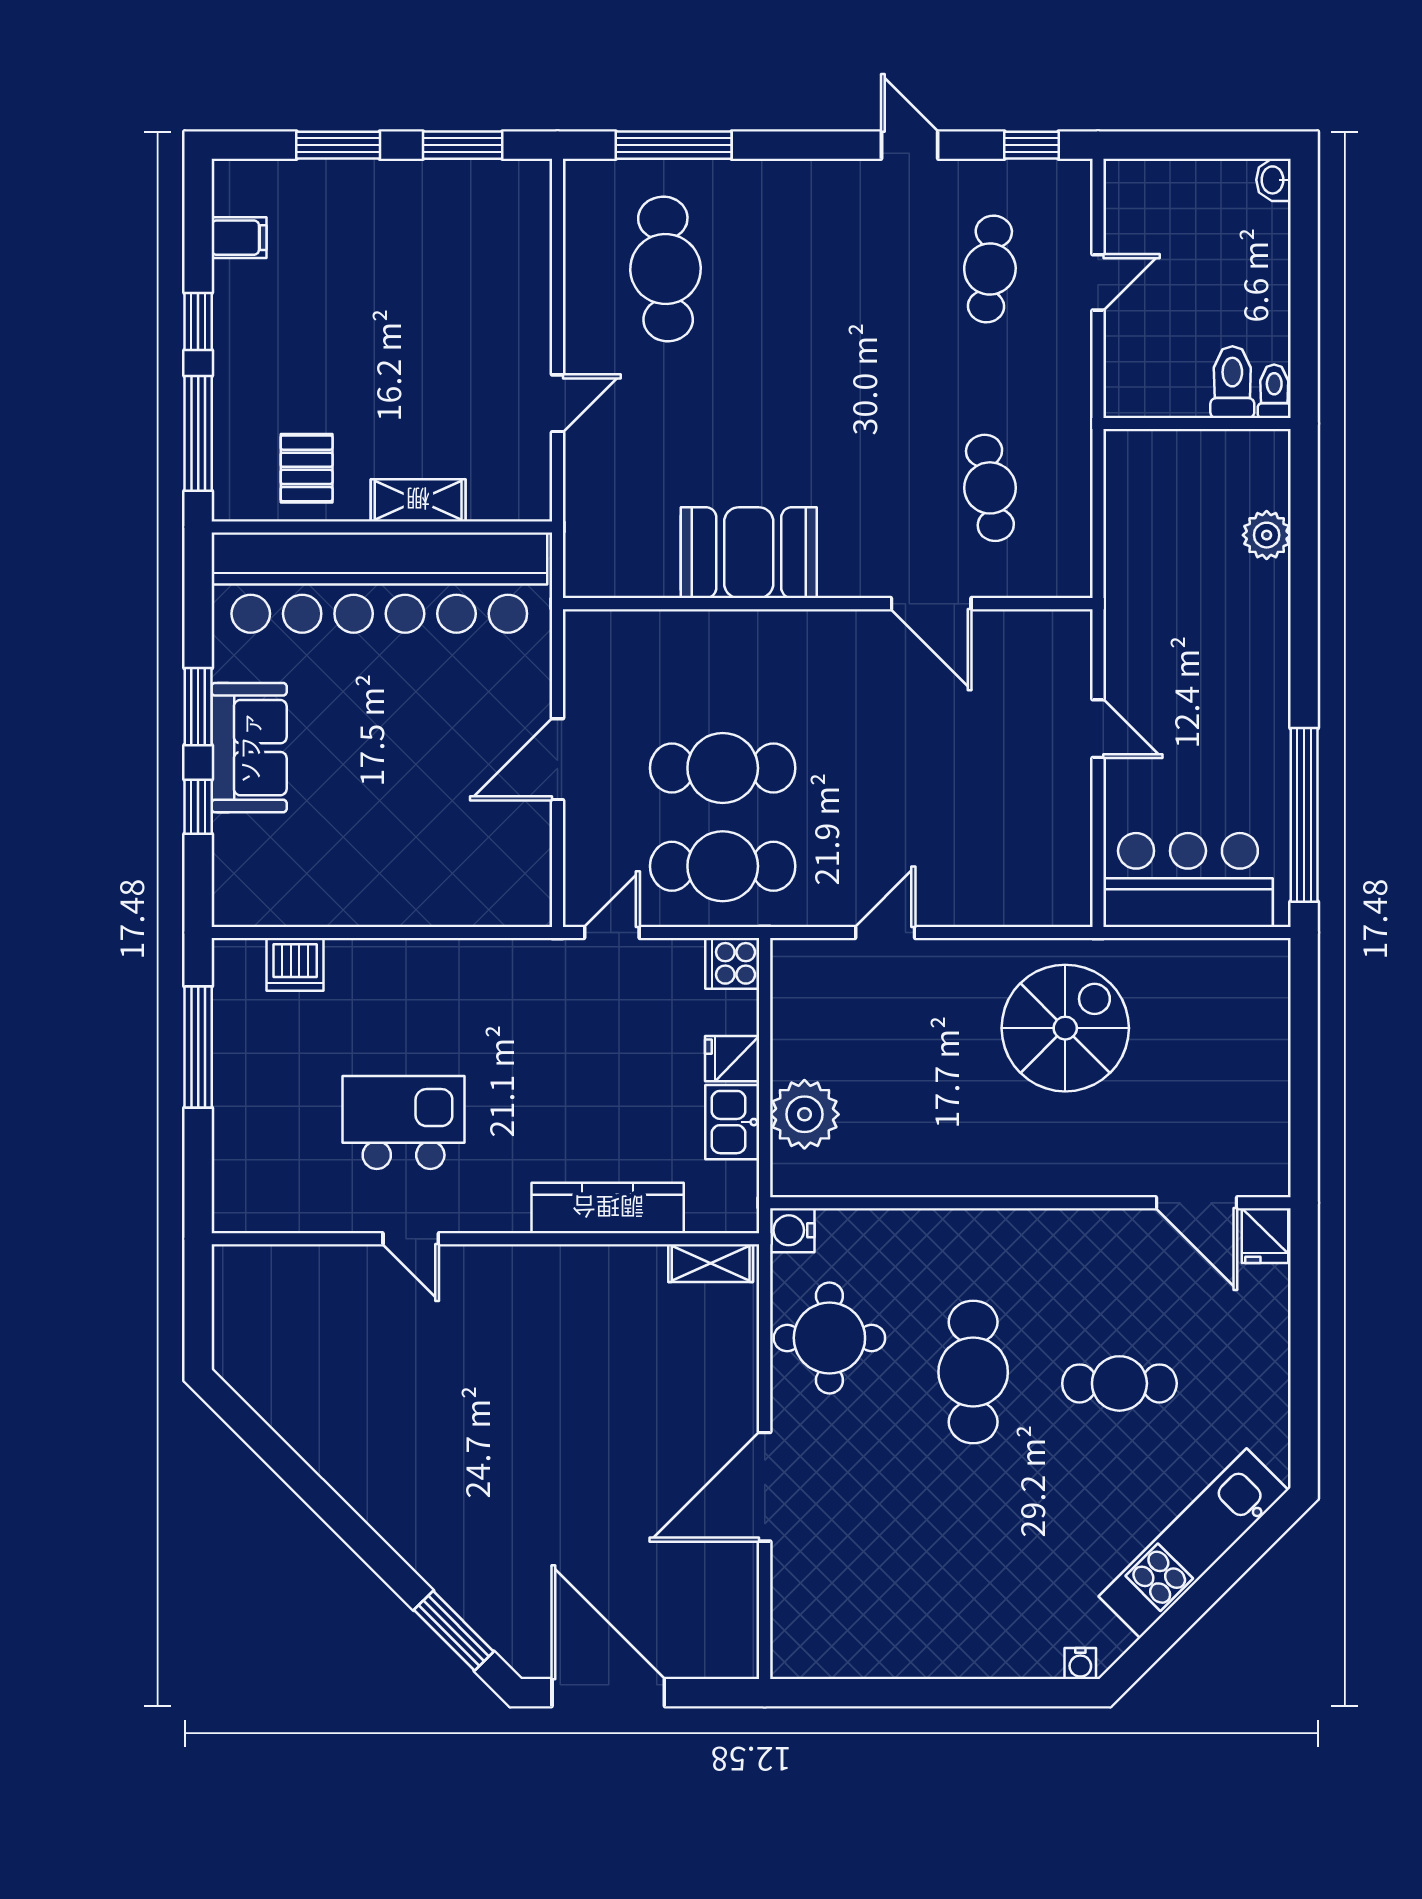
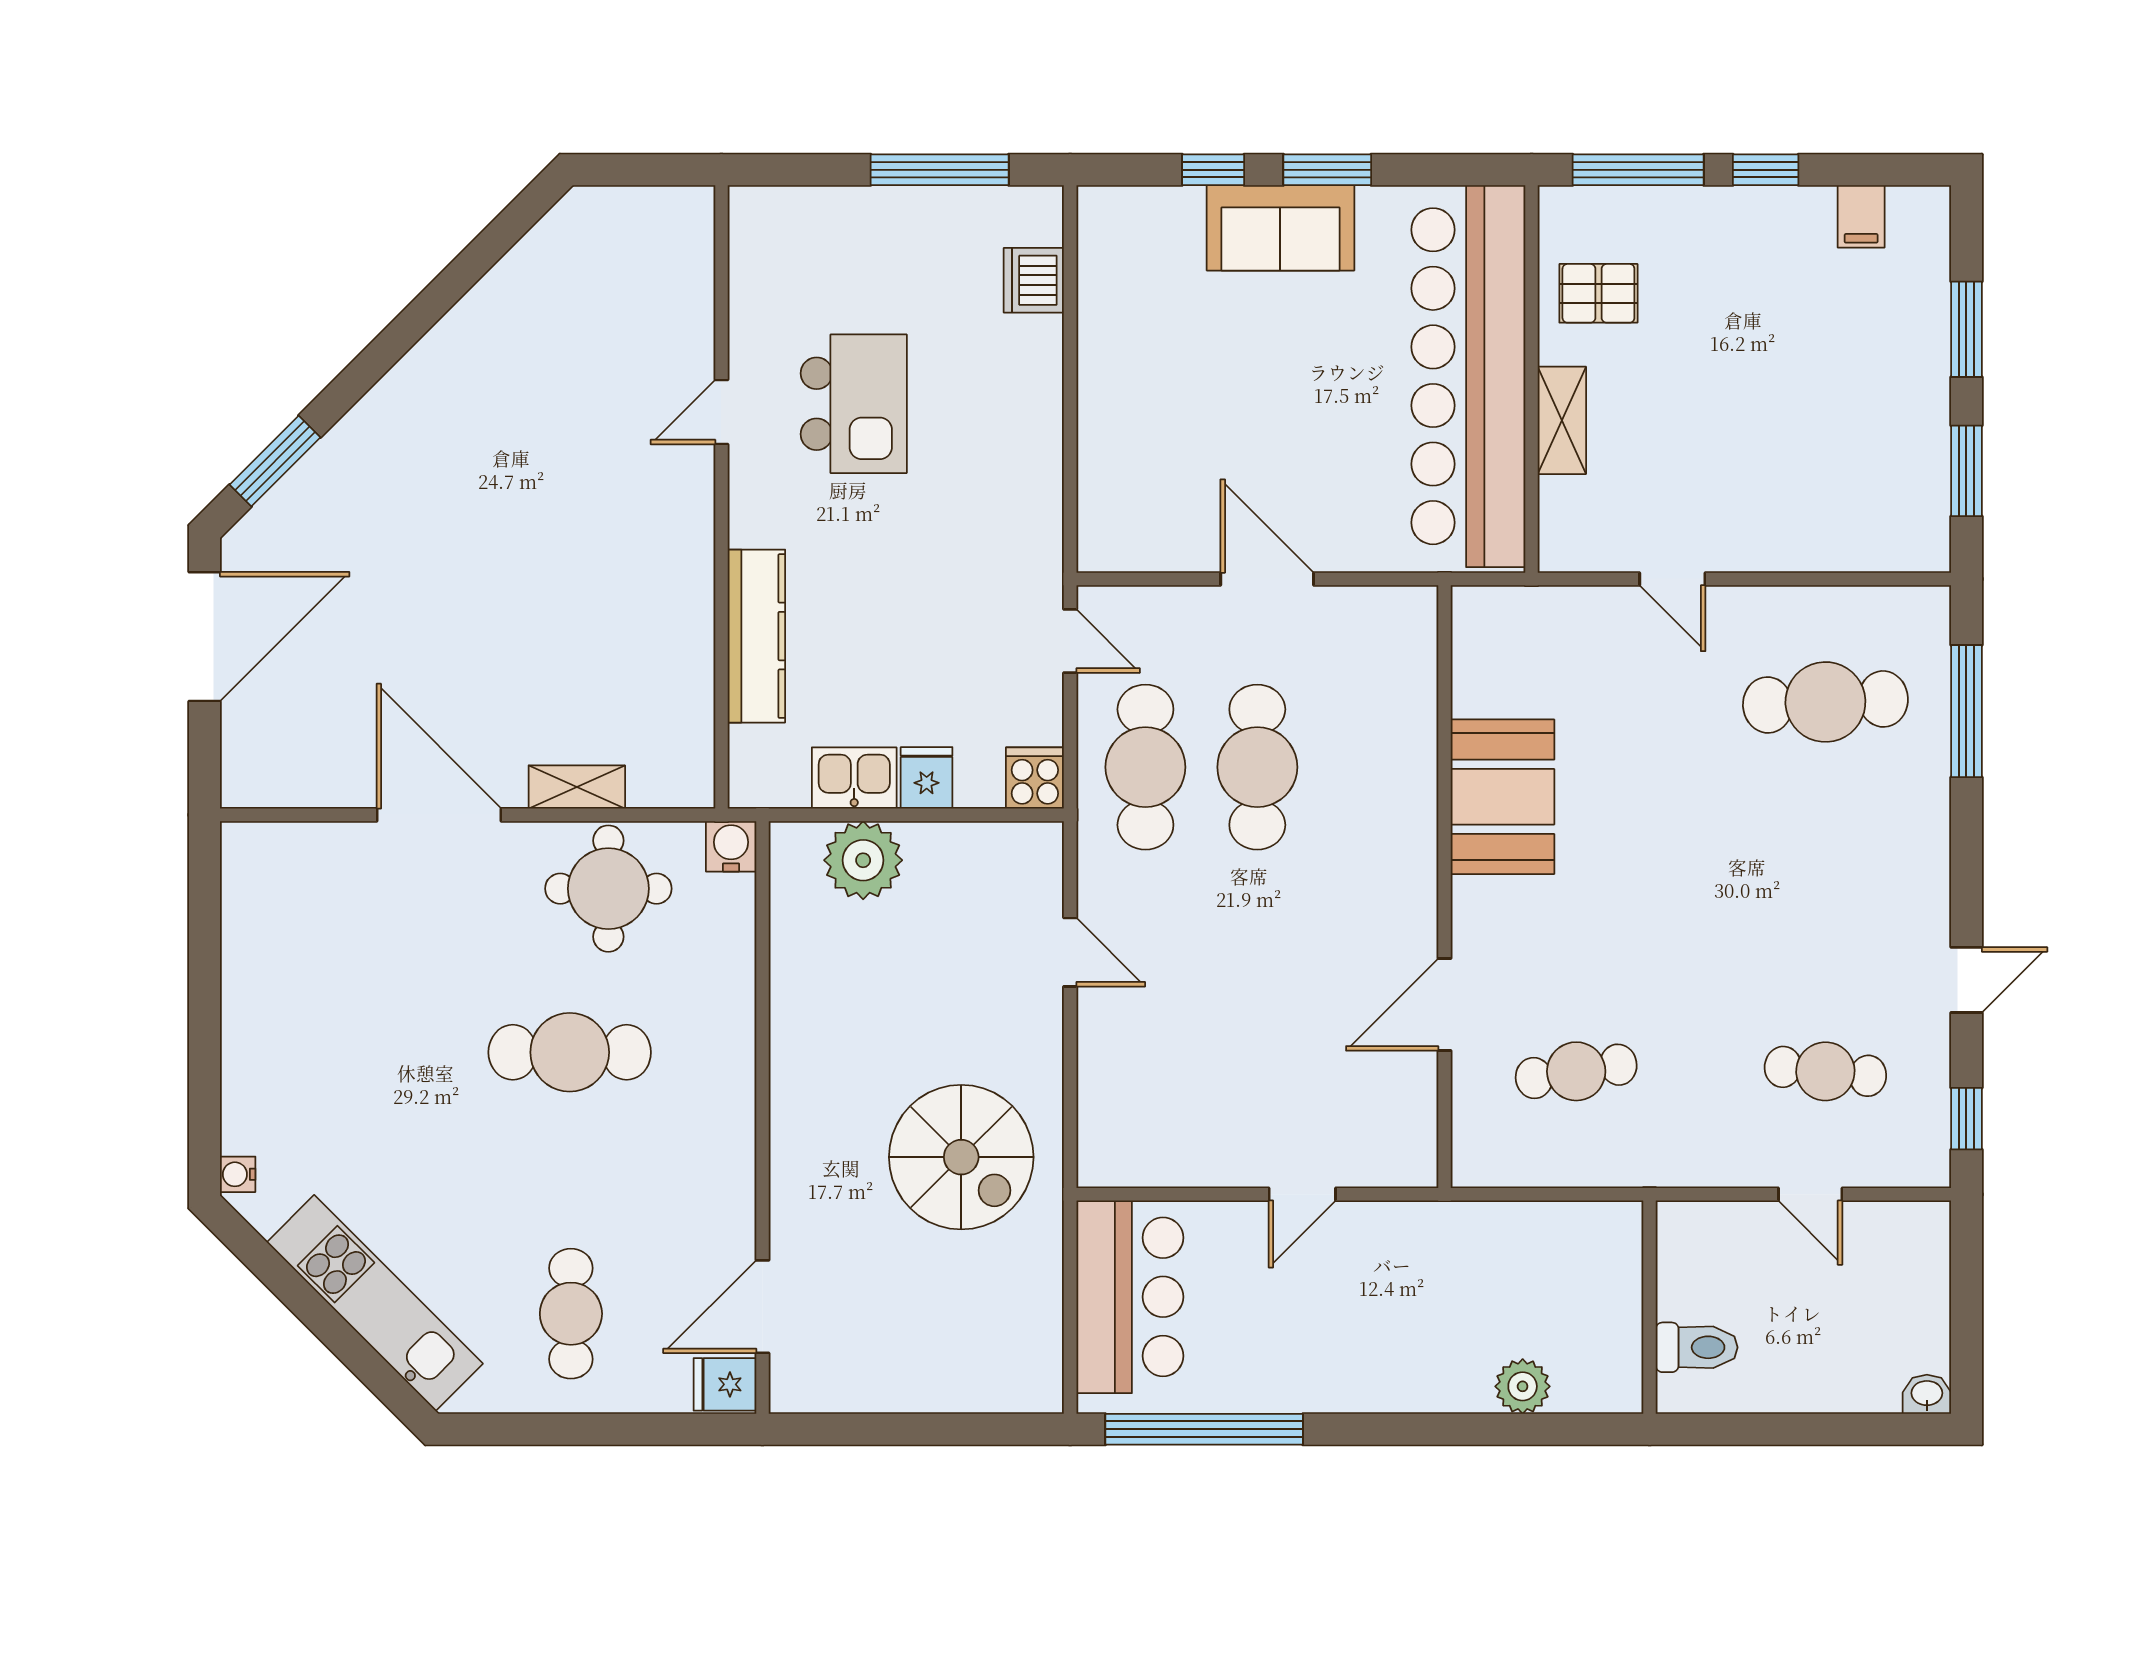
toilet: (1274, 391) -> (1686, 1395), removed
shelving: (711, 1263) -> (577, 787), moved, turned 90
cafe table: (1119, 1383) -> (571, 1314), moved

